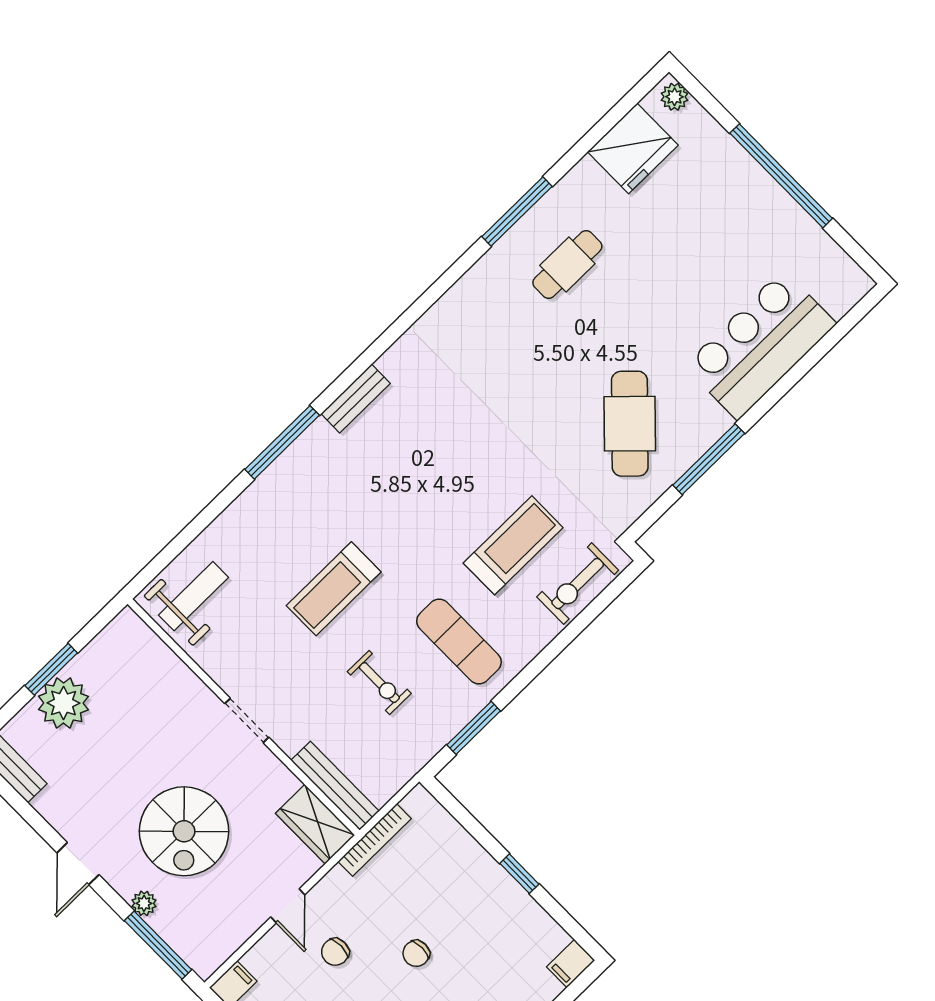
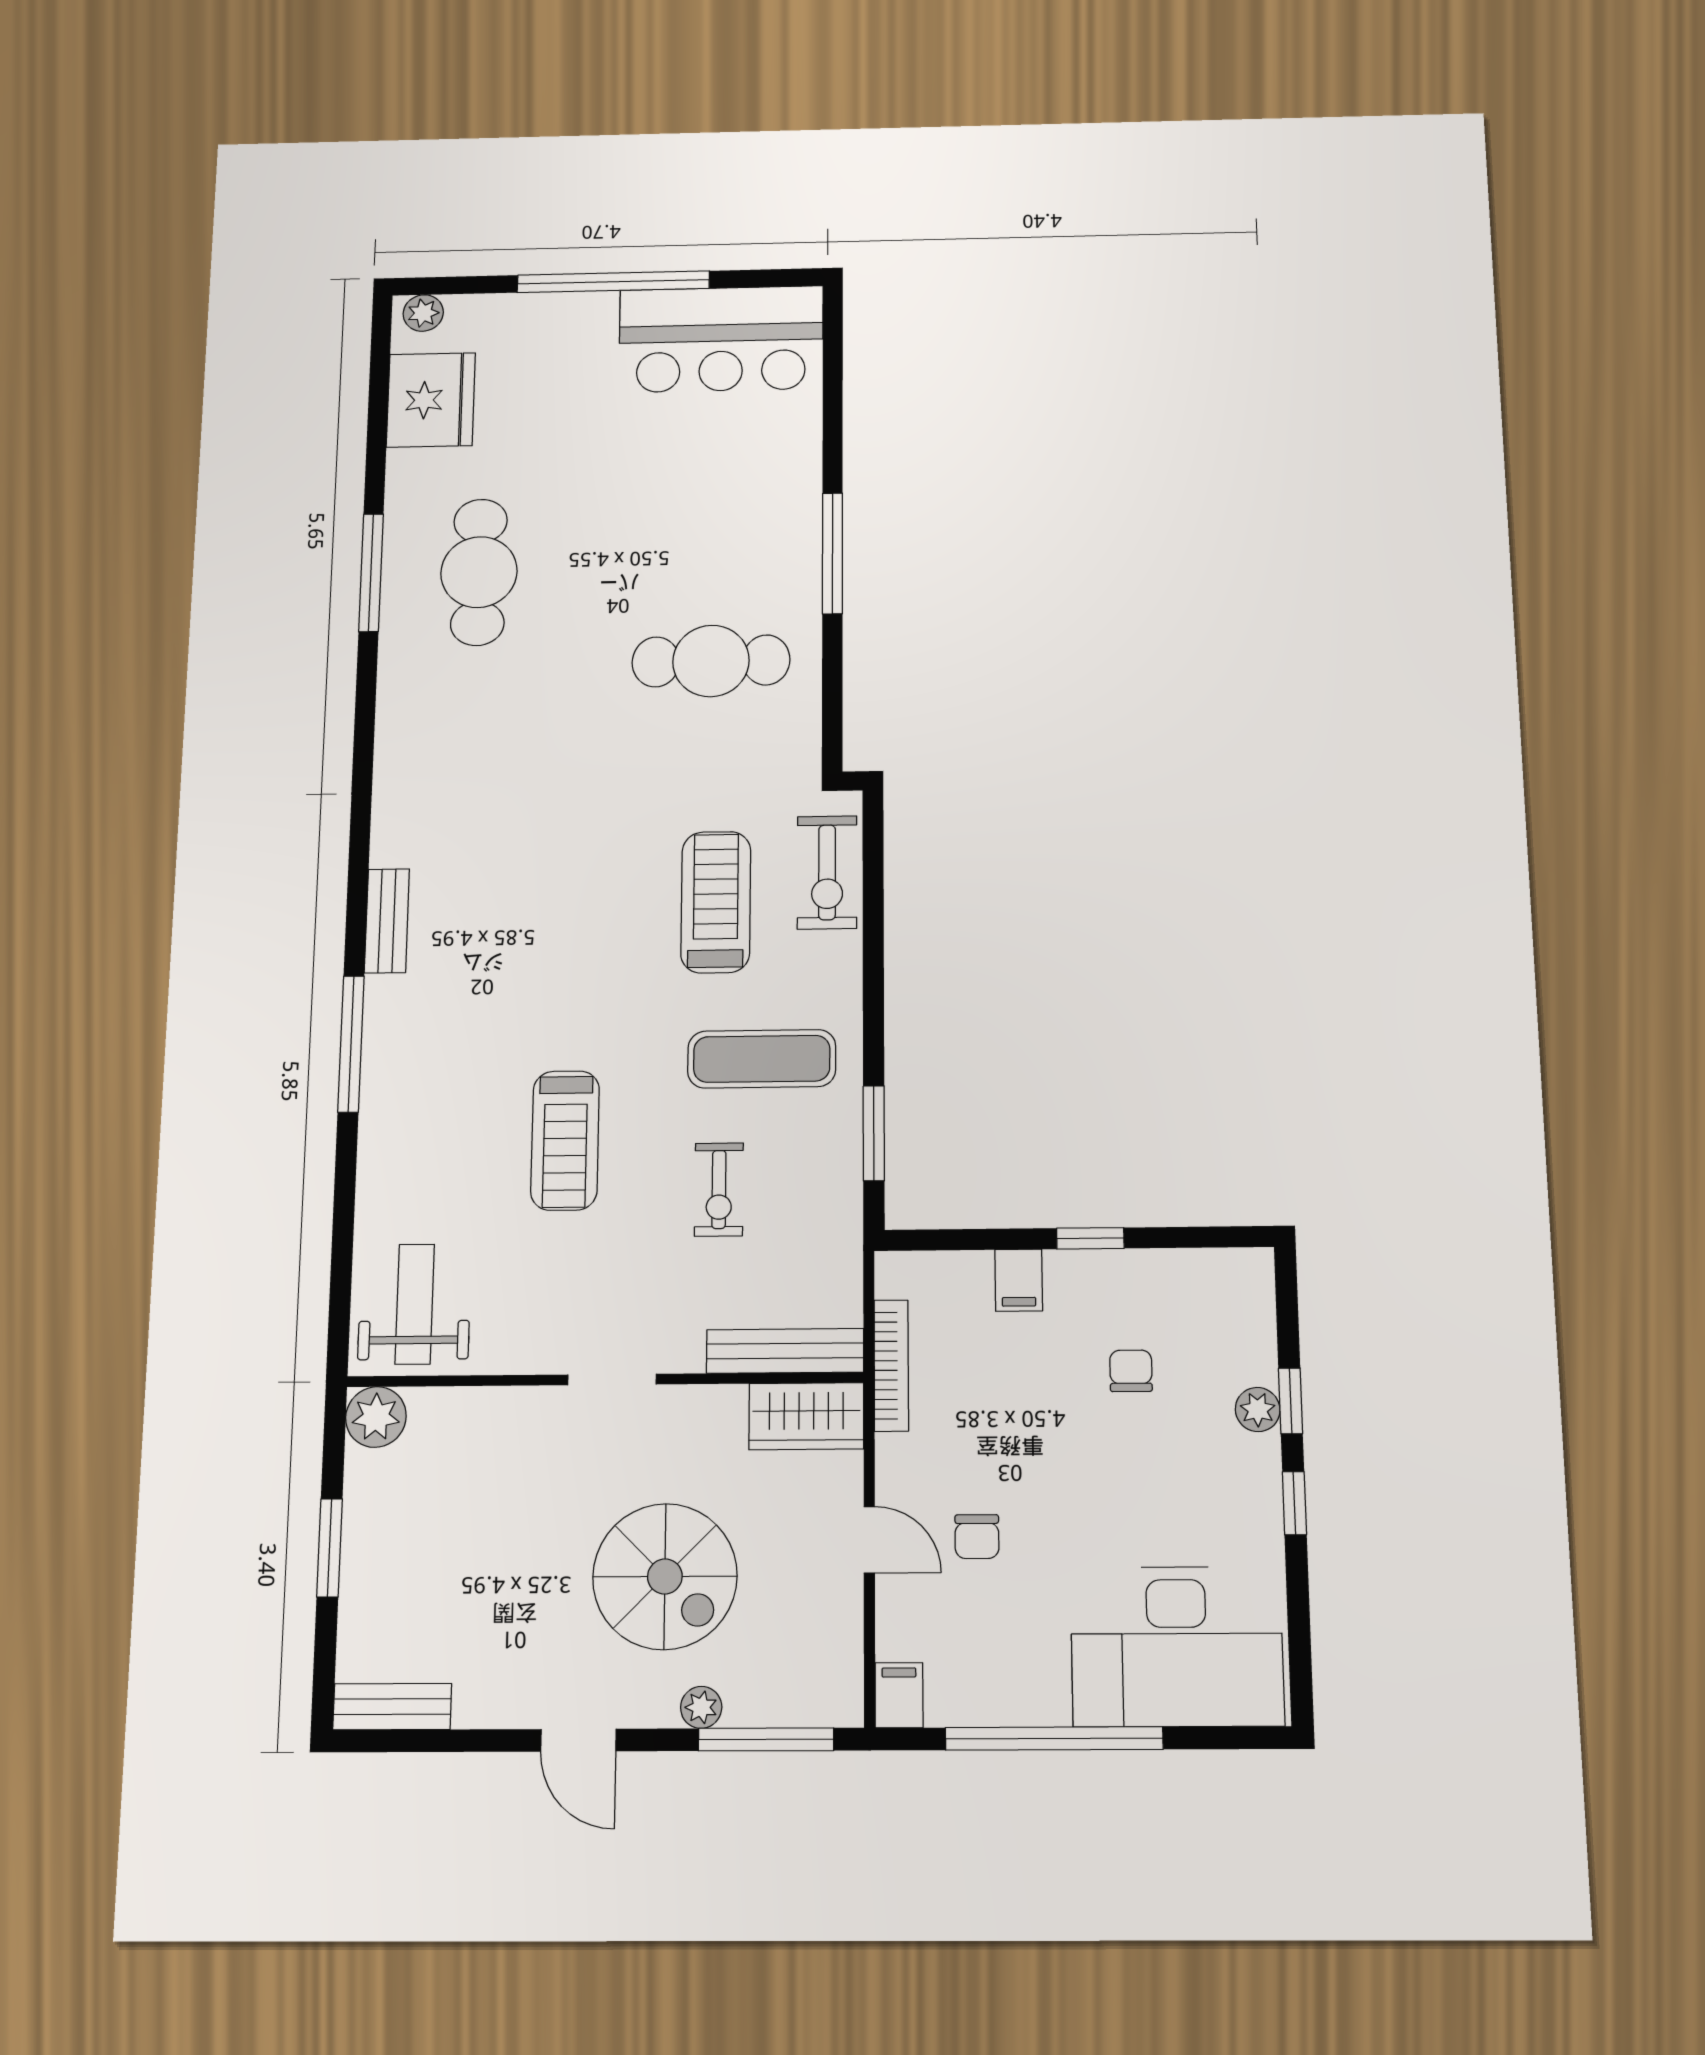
cafe table: (567, 265) -> (479, 572), width x1.37, depth x1.35
bar counter: (760, 345) -> (721, 339), moved, turned -90
cafe table: (630, 424) -> (711, 661), turned -44
window: (709, 459) -> (832, 553), moved
exercise bike: (379, 683) -> (719, 1189), turned 90
plant: (63, 703) -> (376, 1417), moved, width x0.73, depth x0.73
chair: (416, 953) -> (1131, 1371), moved, turned 180
filing cabinet: (571, 964) -> (1019, 1280), moved

